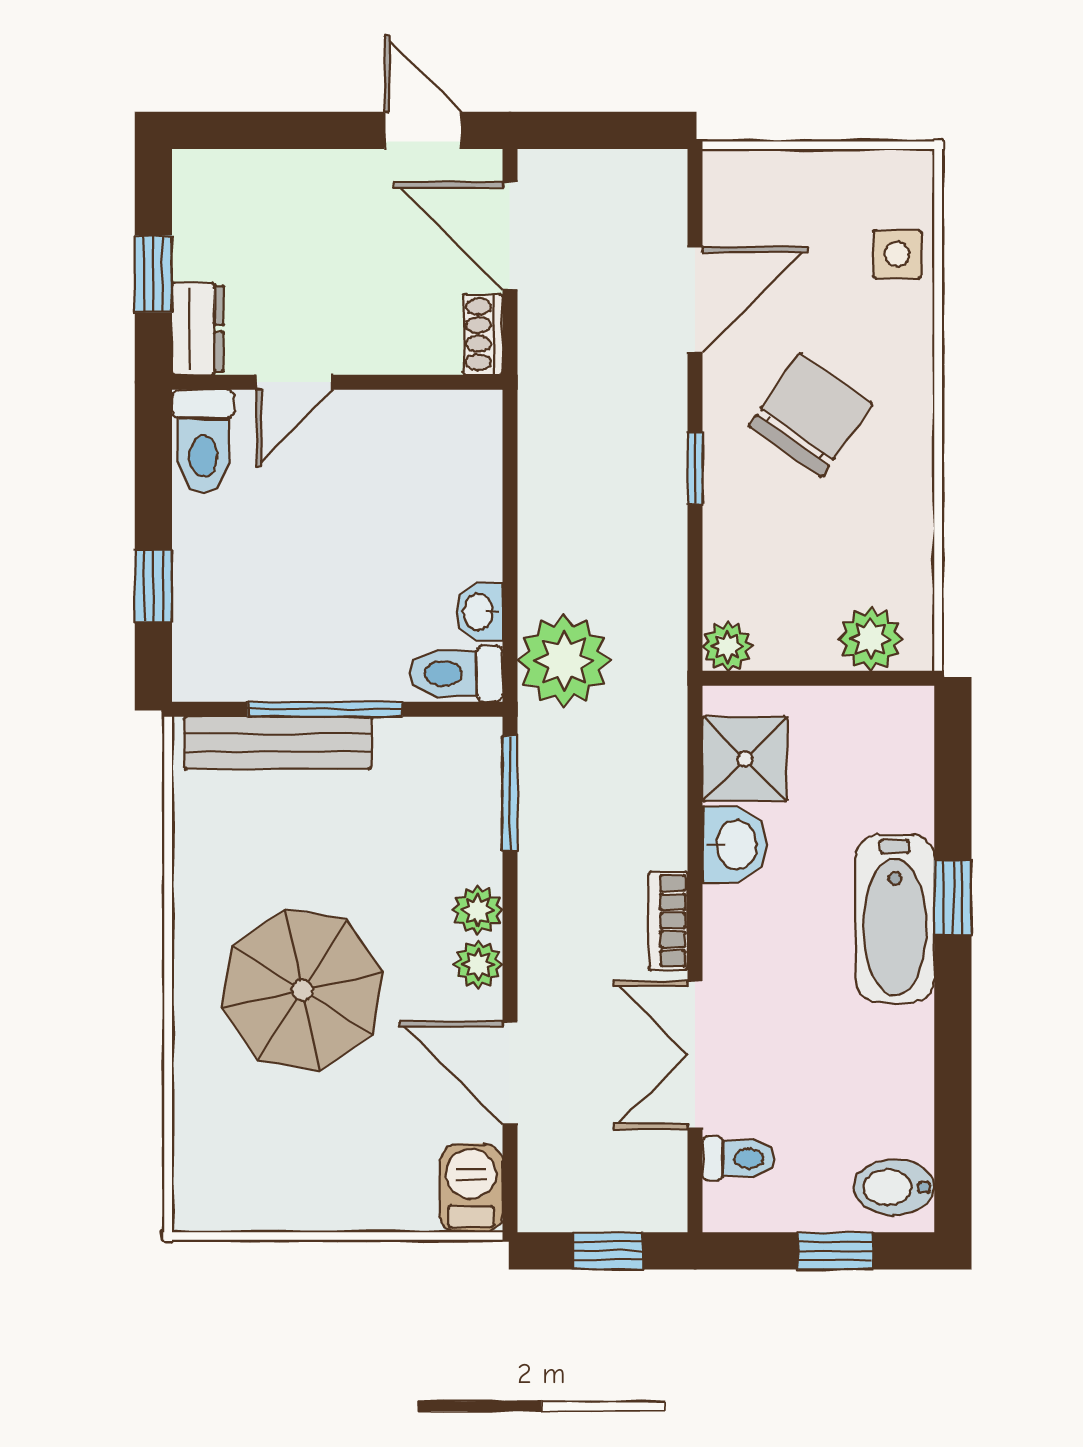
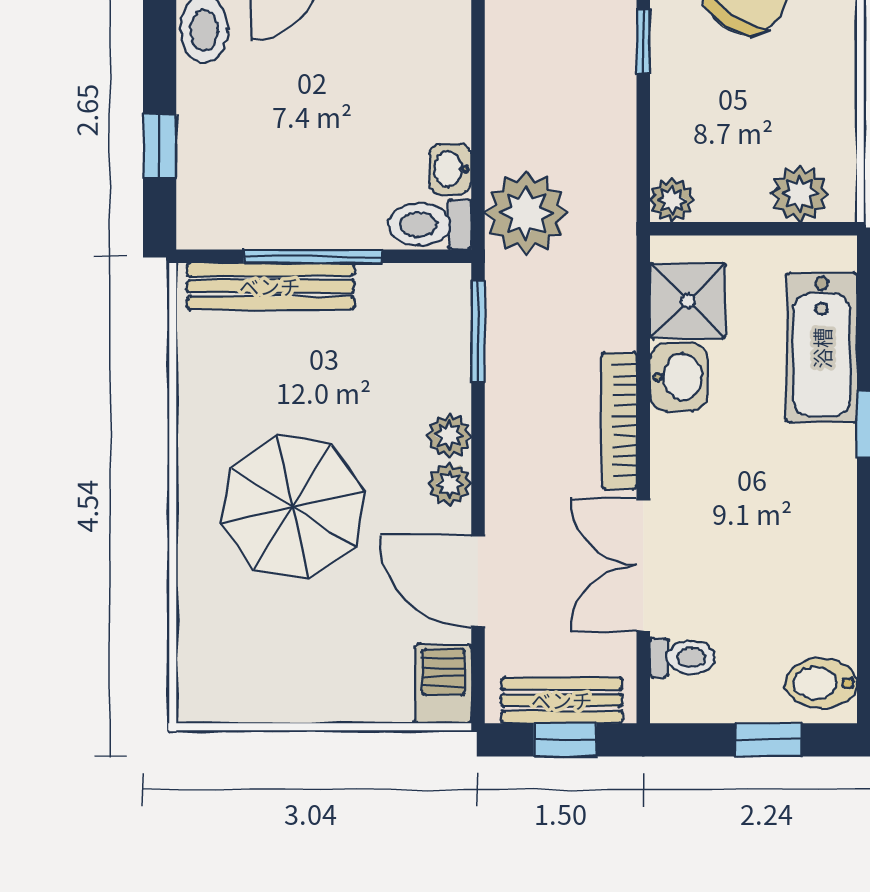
bathtub: (895, 919) -> (822, 348), moved
bookcase: (668, 921) -> (619, 421), width x1.56
bench: (604, 1206) -> (562, 700), added

